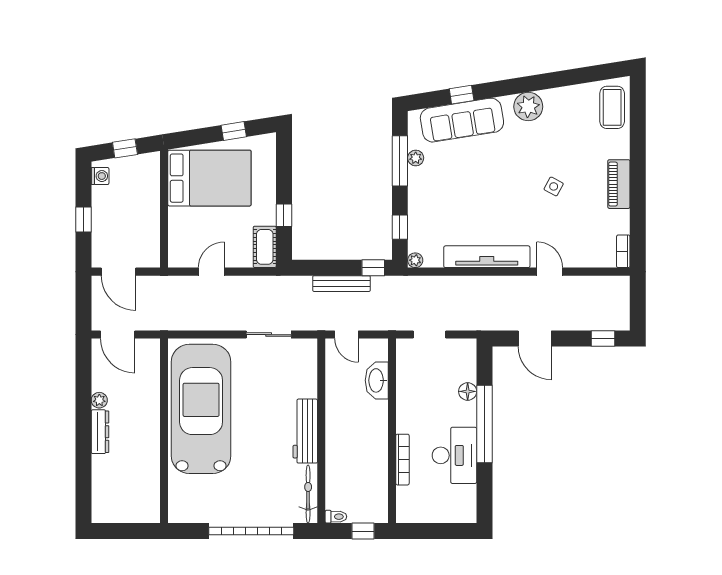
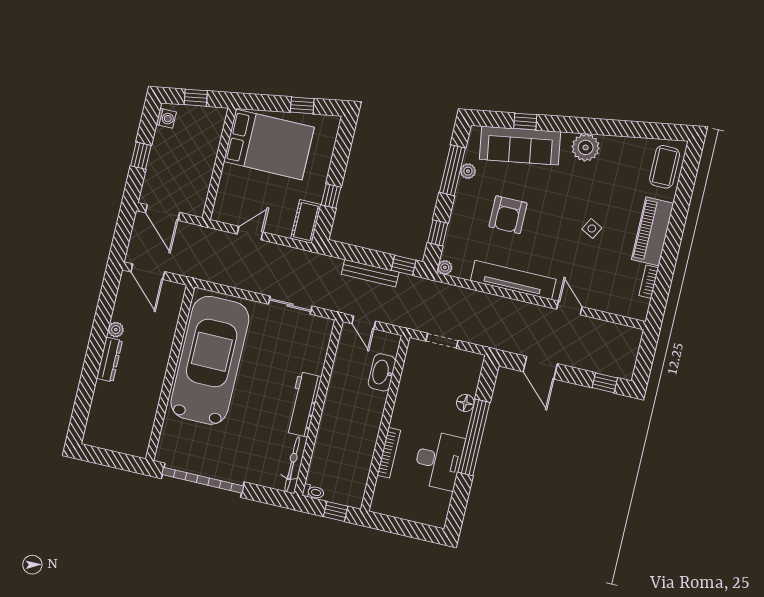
piano: (619, 184) -> (653, 231), width x1.37, depth x1.33
armchair: (466, 192) -> (508, 215), added
bookcase: (623, 251) -> (649, 282), moved
garage door: (251, 531) -> (203, 480), moved

